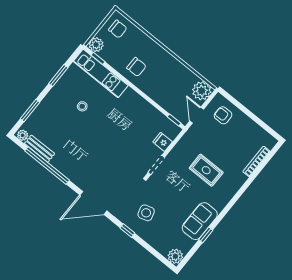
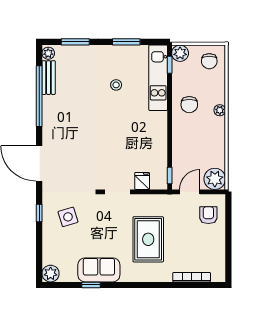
plant: (157, 49) -> (220, 110), added
rug: (206, 170) -> (148, 239), width x1.36, depth x1.43

